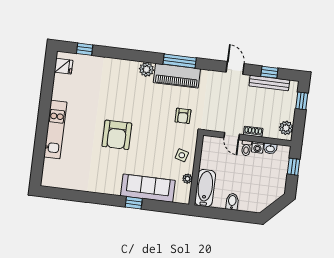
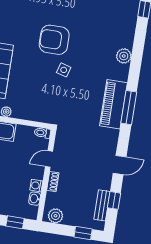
plant: (146, 69) -> (124, 56), moved
bench: (269, 83) -> (102, 205), width x0.73
armchair: (183, 116) -> (72, 109), removed
toilet: (246, 148) -> (42, 133), moved
side table: (182, 155) -> (64, 70), moved

